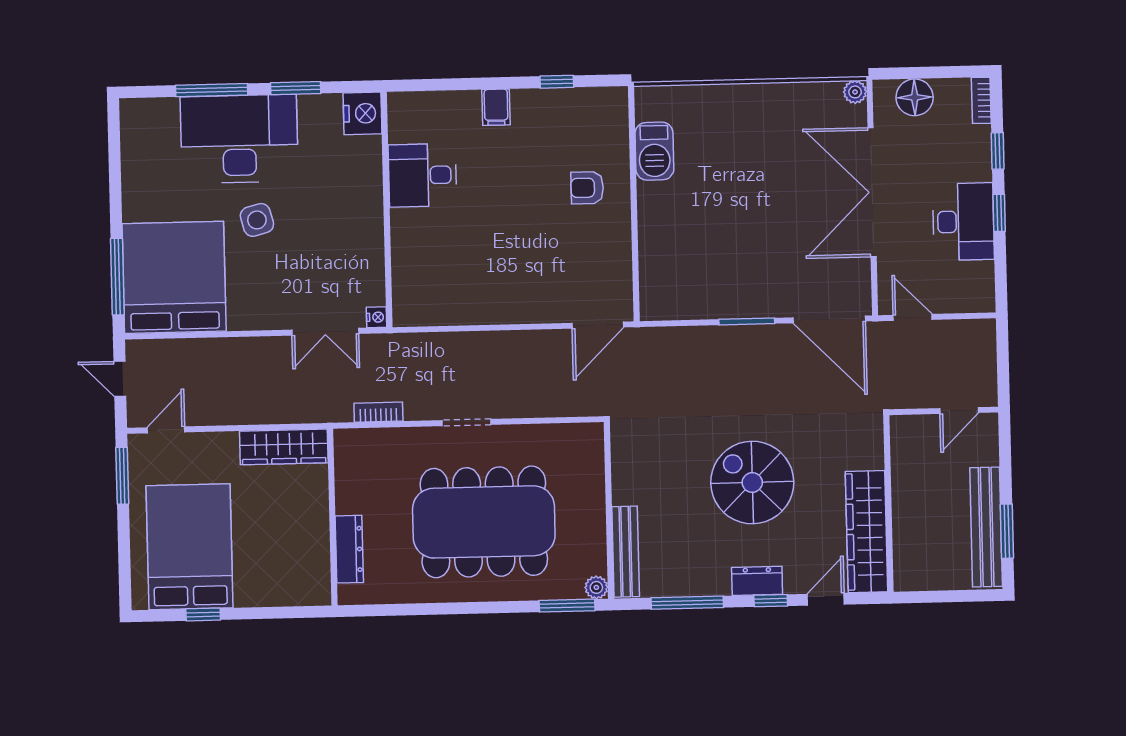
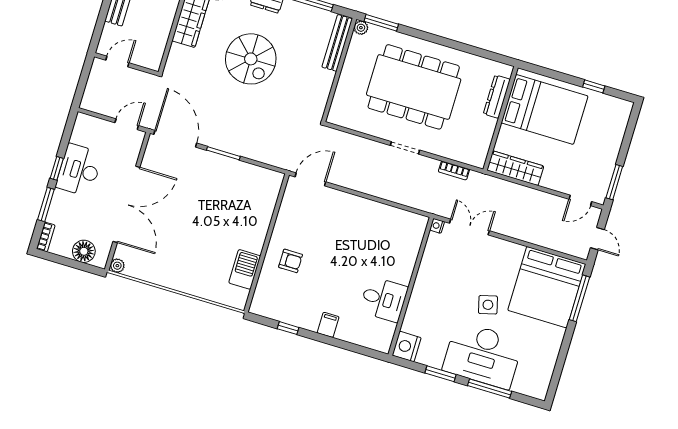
window: (998, 151) -> (46, 205), width x1.50
door: (913, 317) -> (127, 124), swing flipped
bed: (189, 547) -> (545, 109), moved, turned -90

